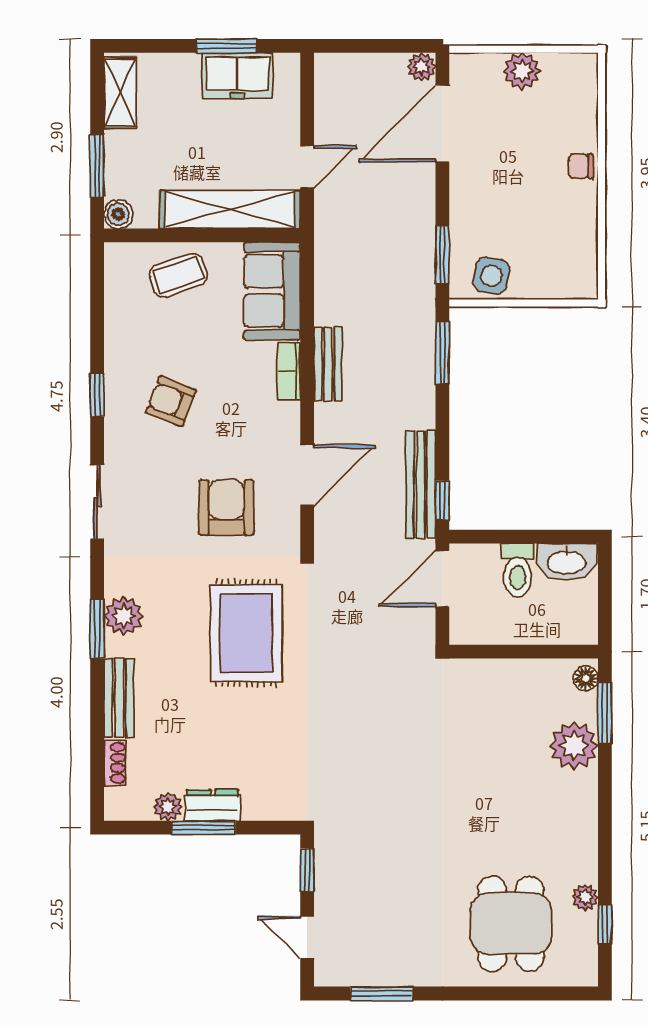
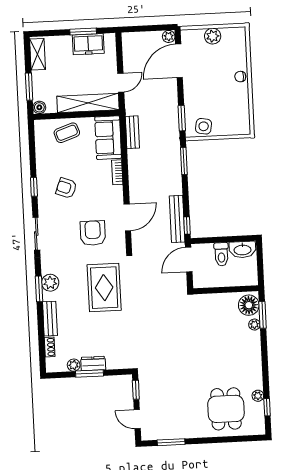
bench: (328, 364) -> (132, 132), moved
floor lamp: (586, 678) -> (249, 305), width x1.89, depth x1.89
plant: (574, 745) -> (254, 325), width x0.53, depth x0.53

